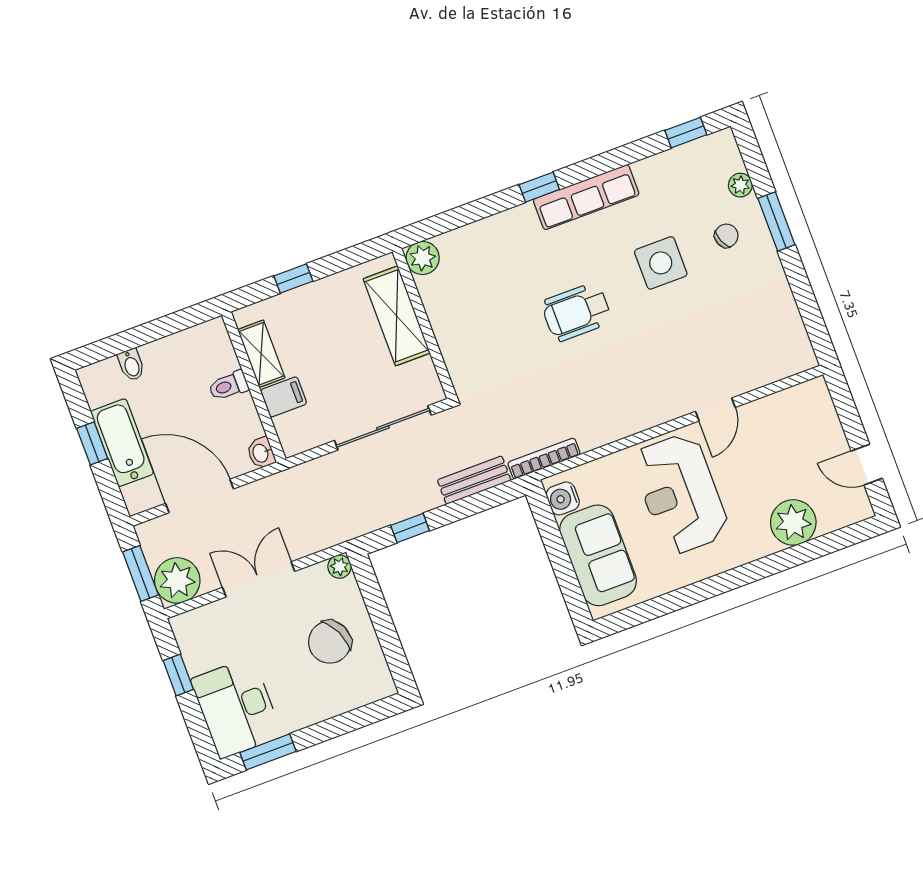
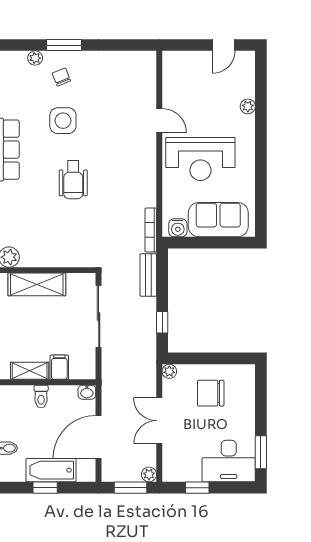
plant: (793, 522) -> (248, 106), width x0.53, depth x0.53
plant: (177, 580) -> (149, 474), width x0.53, depth x0.53
chair: (330, 642) -> (211, 393), turned 115

